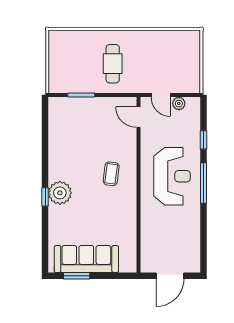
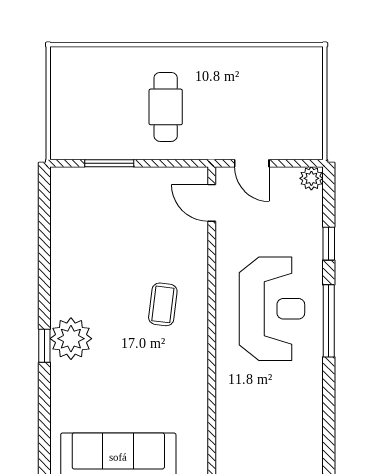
plant: (179, 104) -> (311, 178), moved

